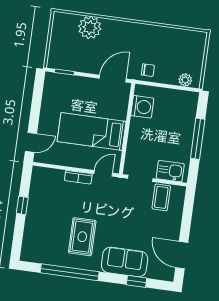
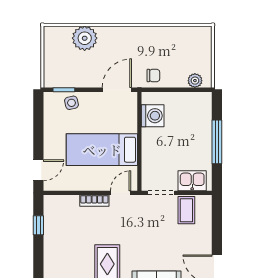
side table: (70, 85) -> (71, 103), added
window: (22, 205) -> (38, 225), moved

